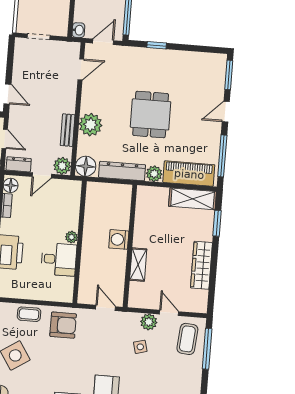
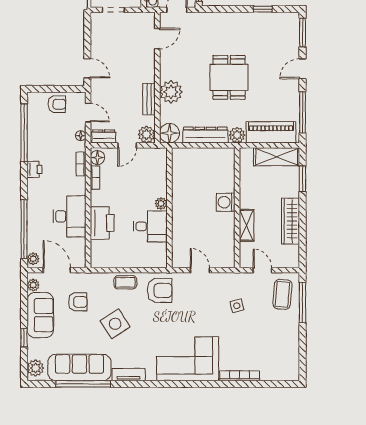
window: (157, 45) -> (263, 9), moved
washing machine: (119, 239) -> (226, 202), moved
wall: (130, 246) -> (237, 208), moved
shelving: (138, 265) -> (246, 225), moved
plant: (149, 322) -> (243, 281), removed

